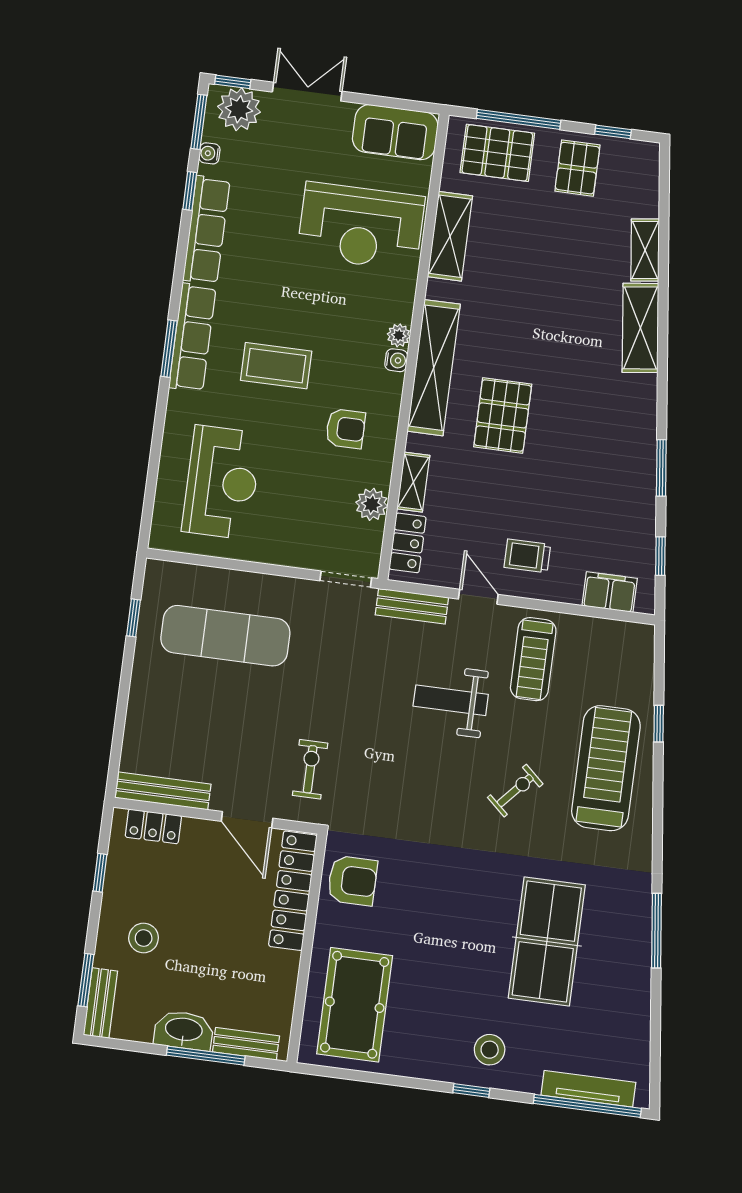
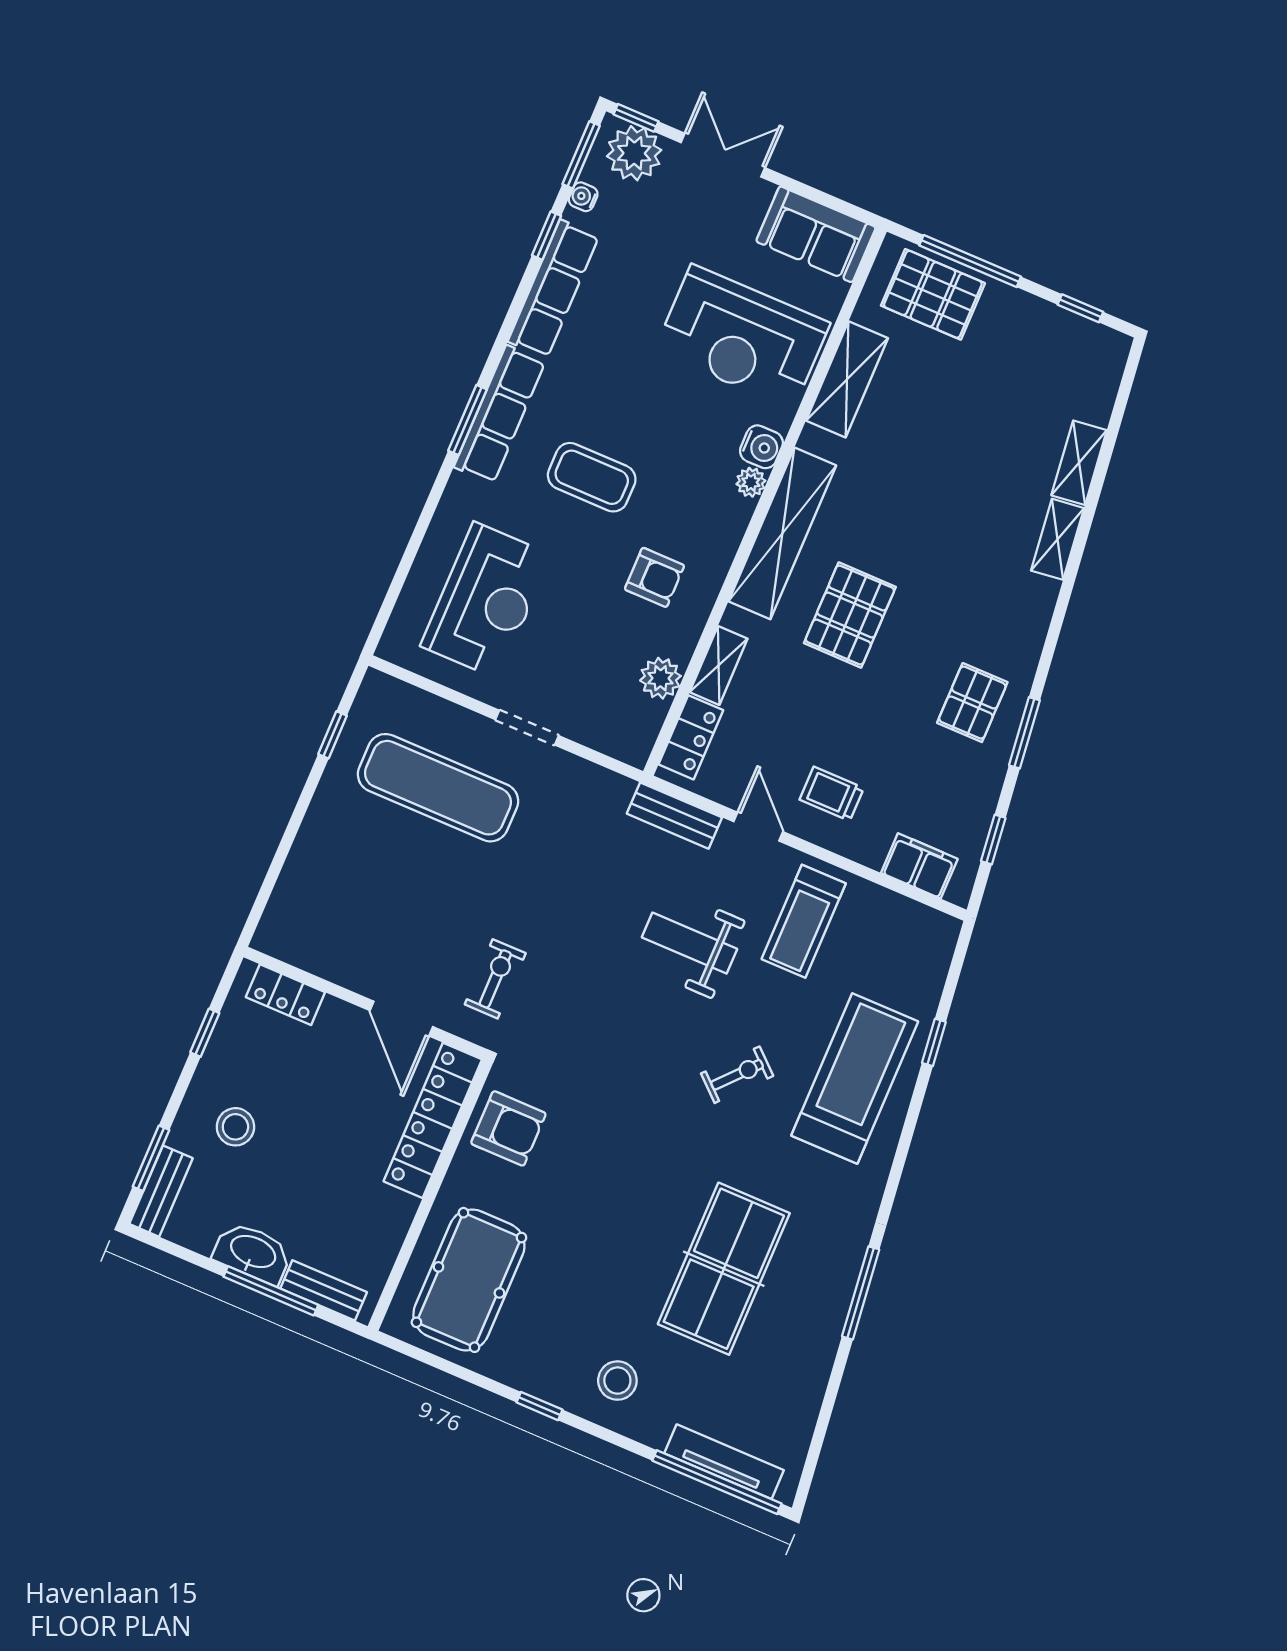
pallet: (577, 168) -> (972, 703), moved
shelving: (640, 328) -> (1057, 539), width x0.67, depth x0.75
water cooler: (396, 360) -> (761, 447), moved, width x1.38, depth x1.38
doorway: (346, 579) -> (527, 728), moved
bench: (163, 791) -> (309, 955), removed
window: (471, 1091) -> (540, 1406), moved

